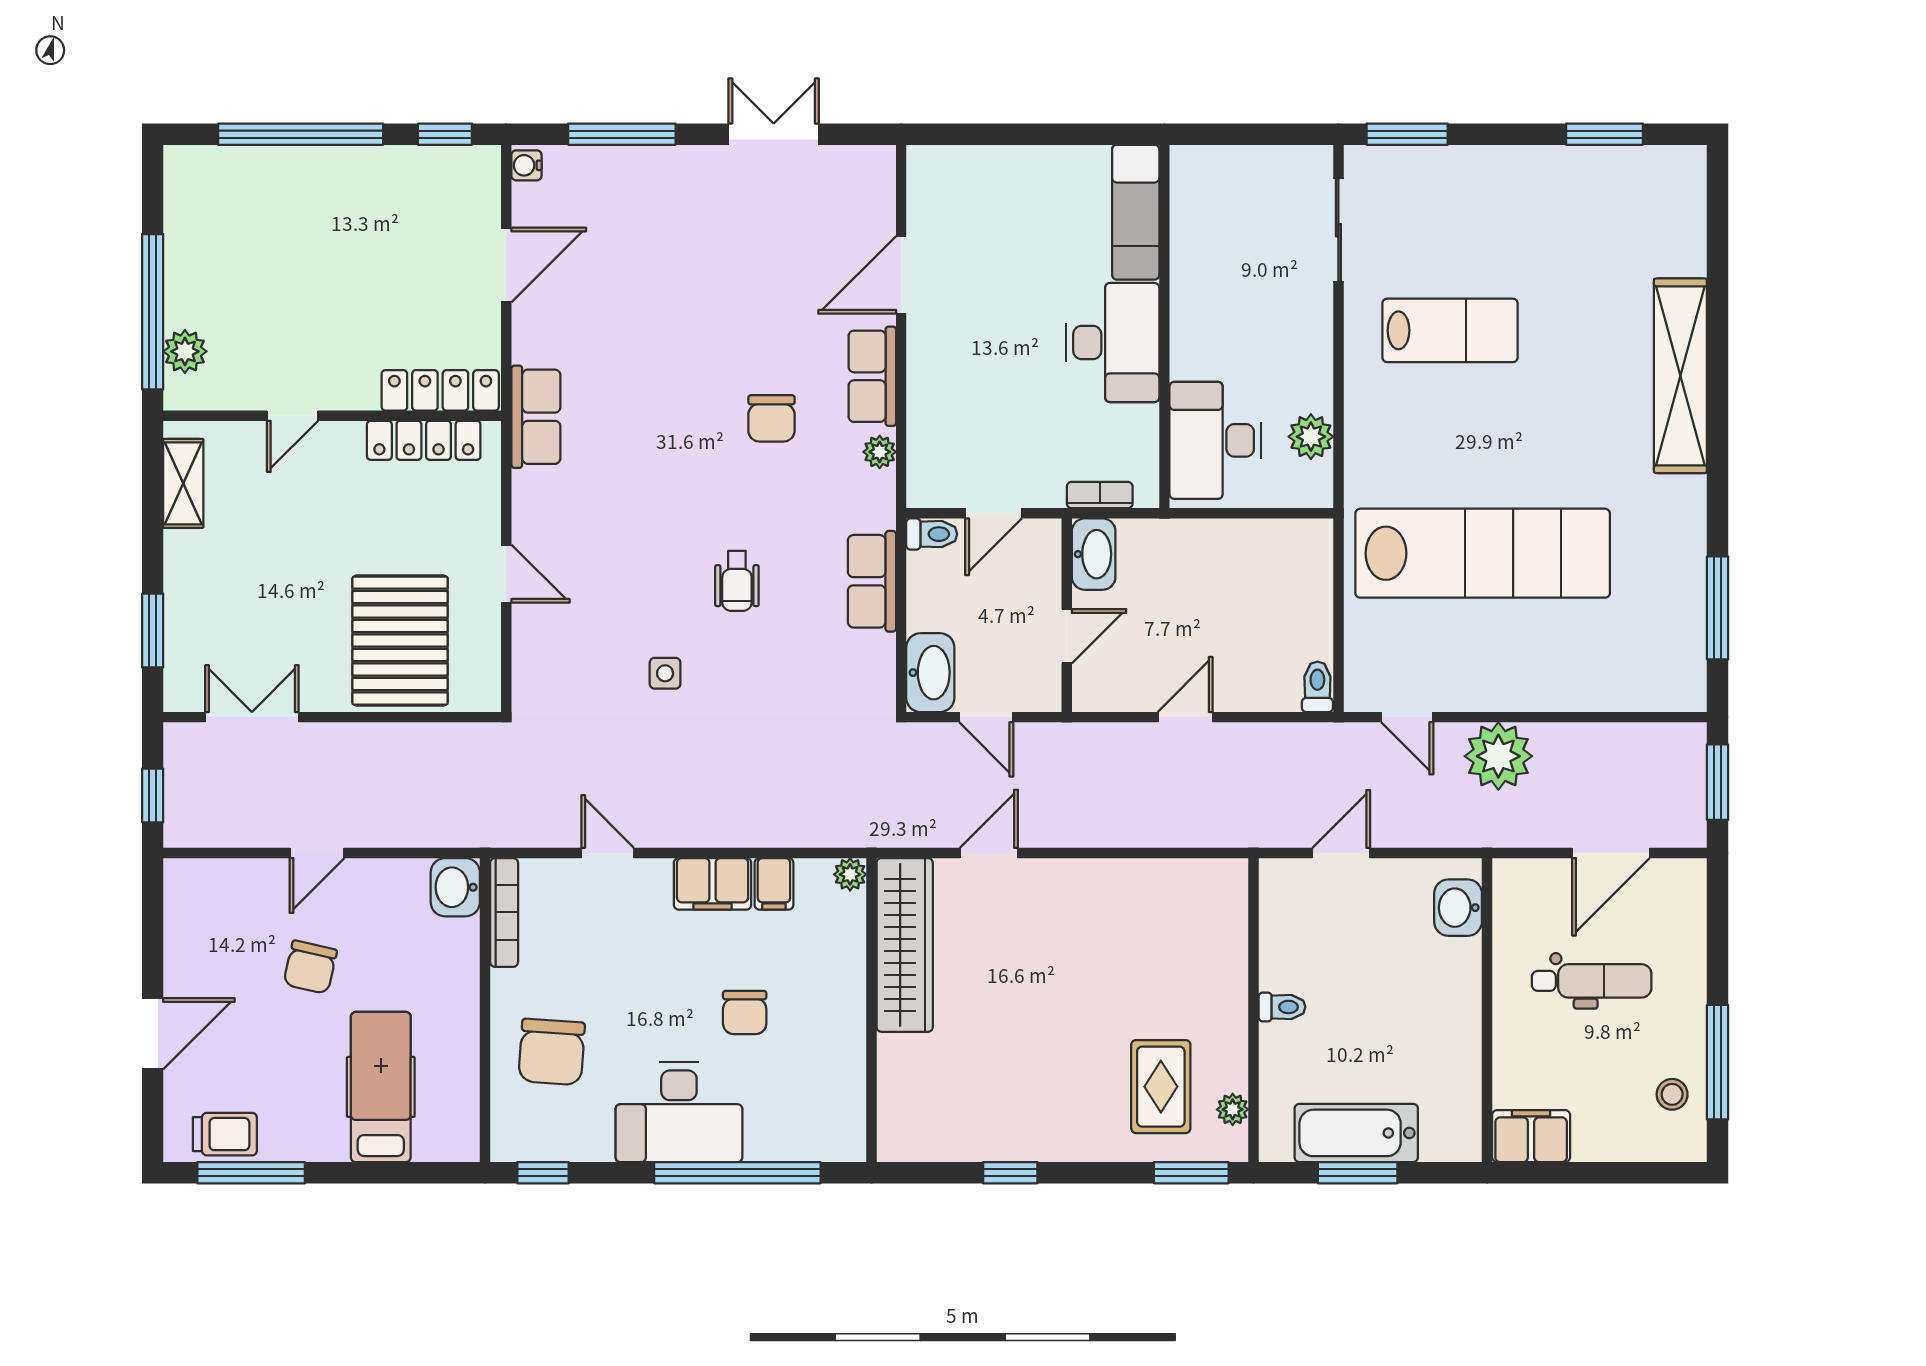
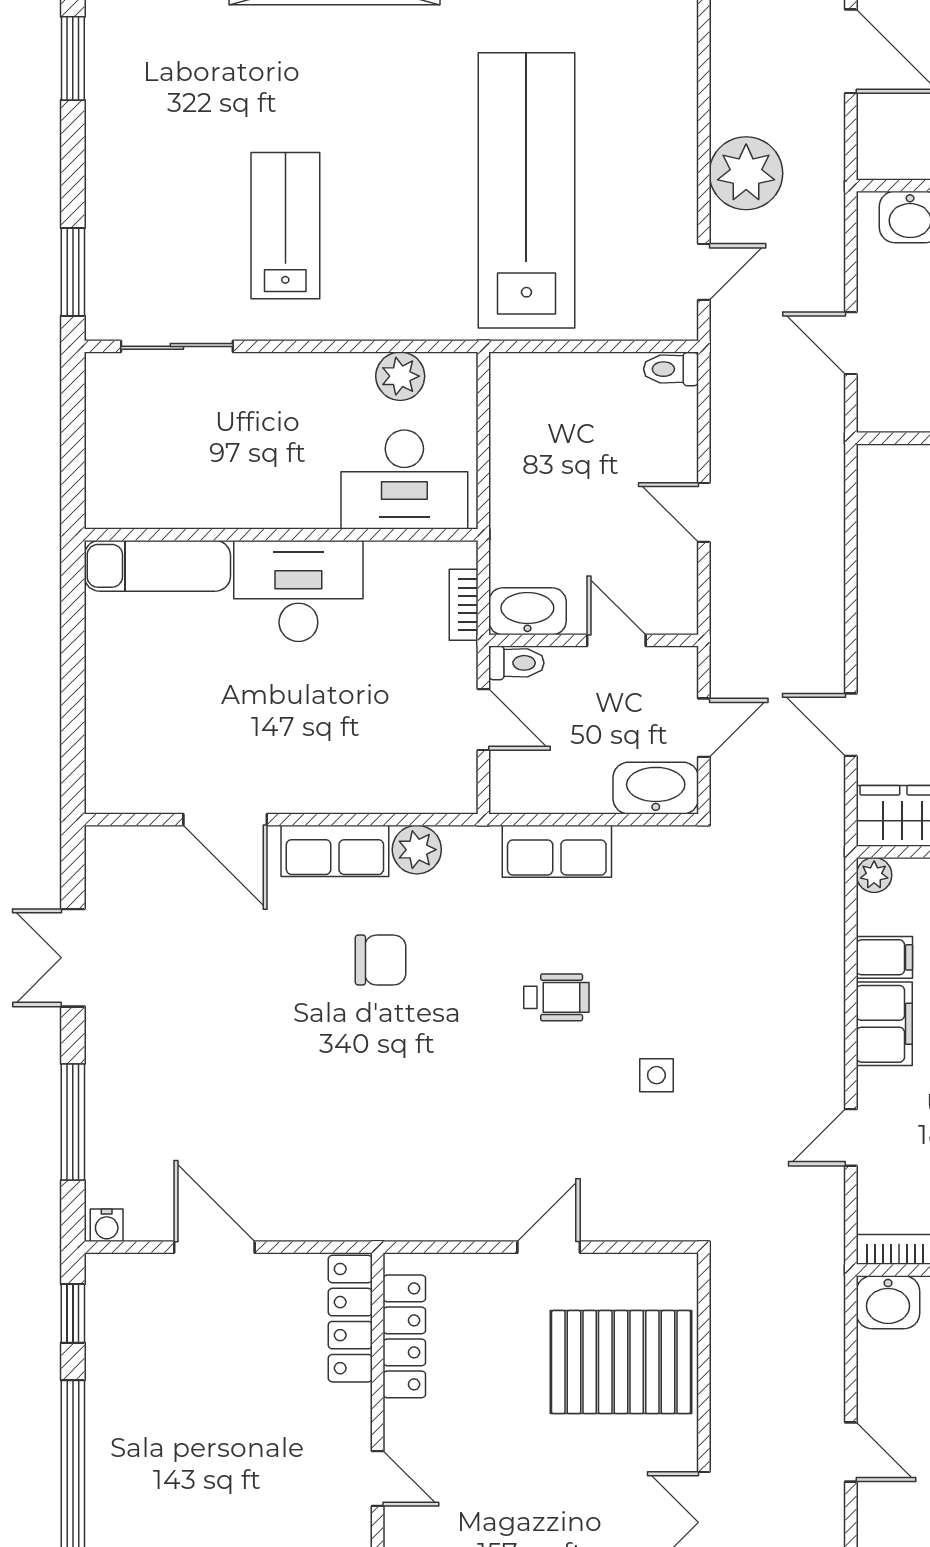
row of seats: (536, 417) -> (379, 1215), removed
plant: (880, 452) -> (417, 850), width x1.38, depth x1.38
toilet: (932, 534) -> (516, 663), moved, turned 90

